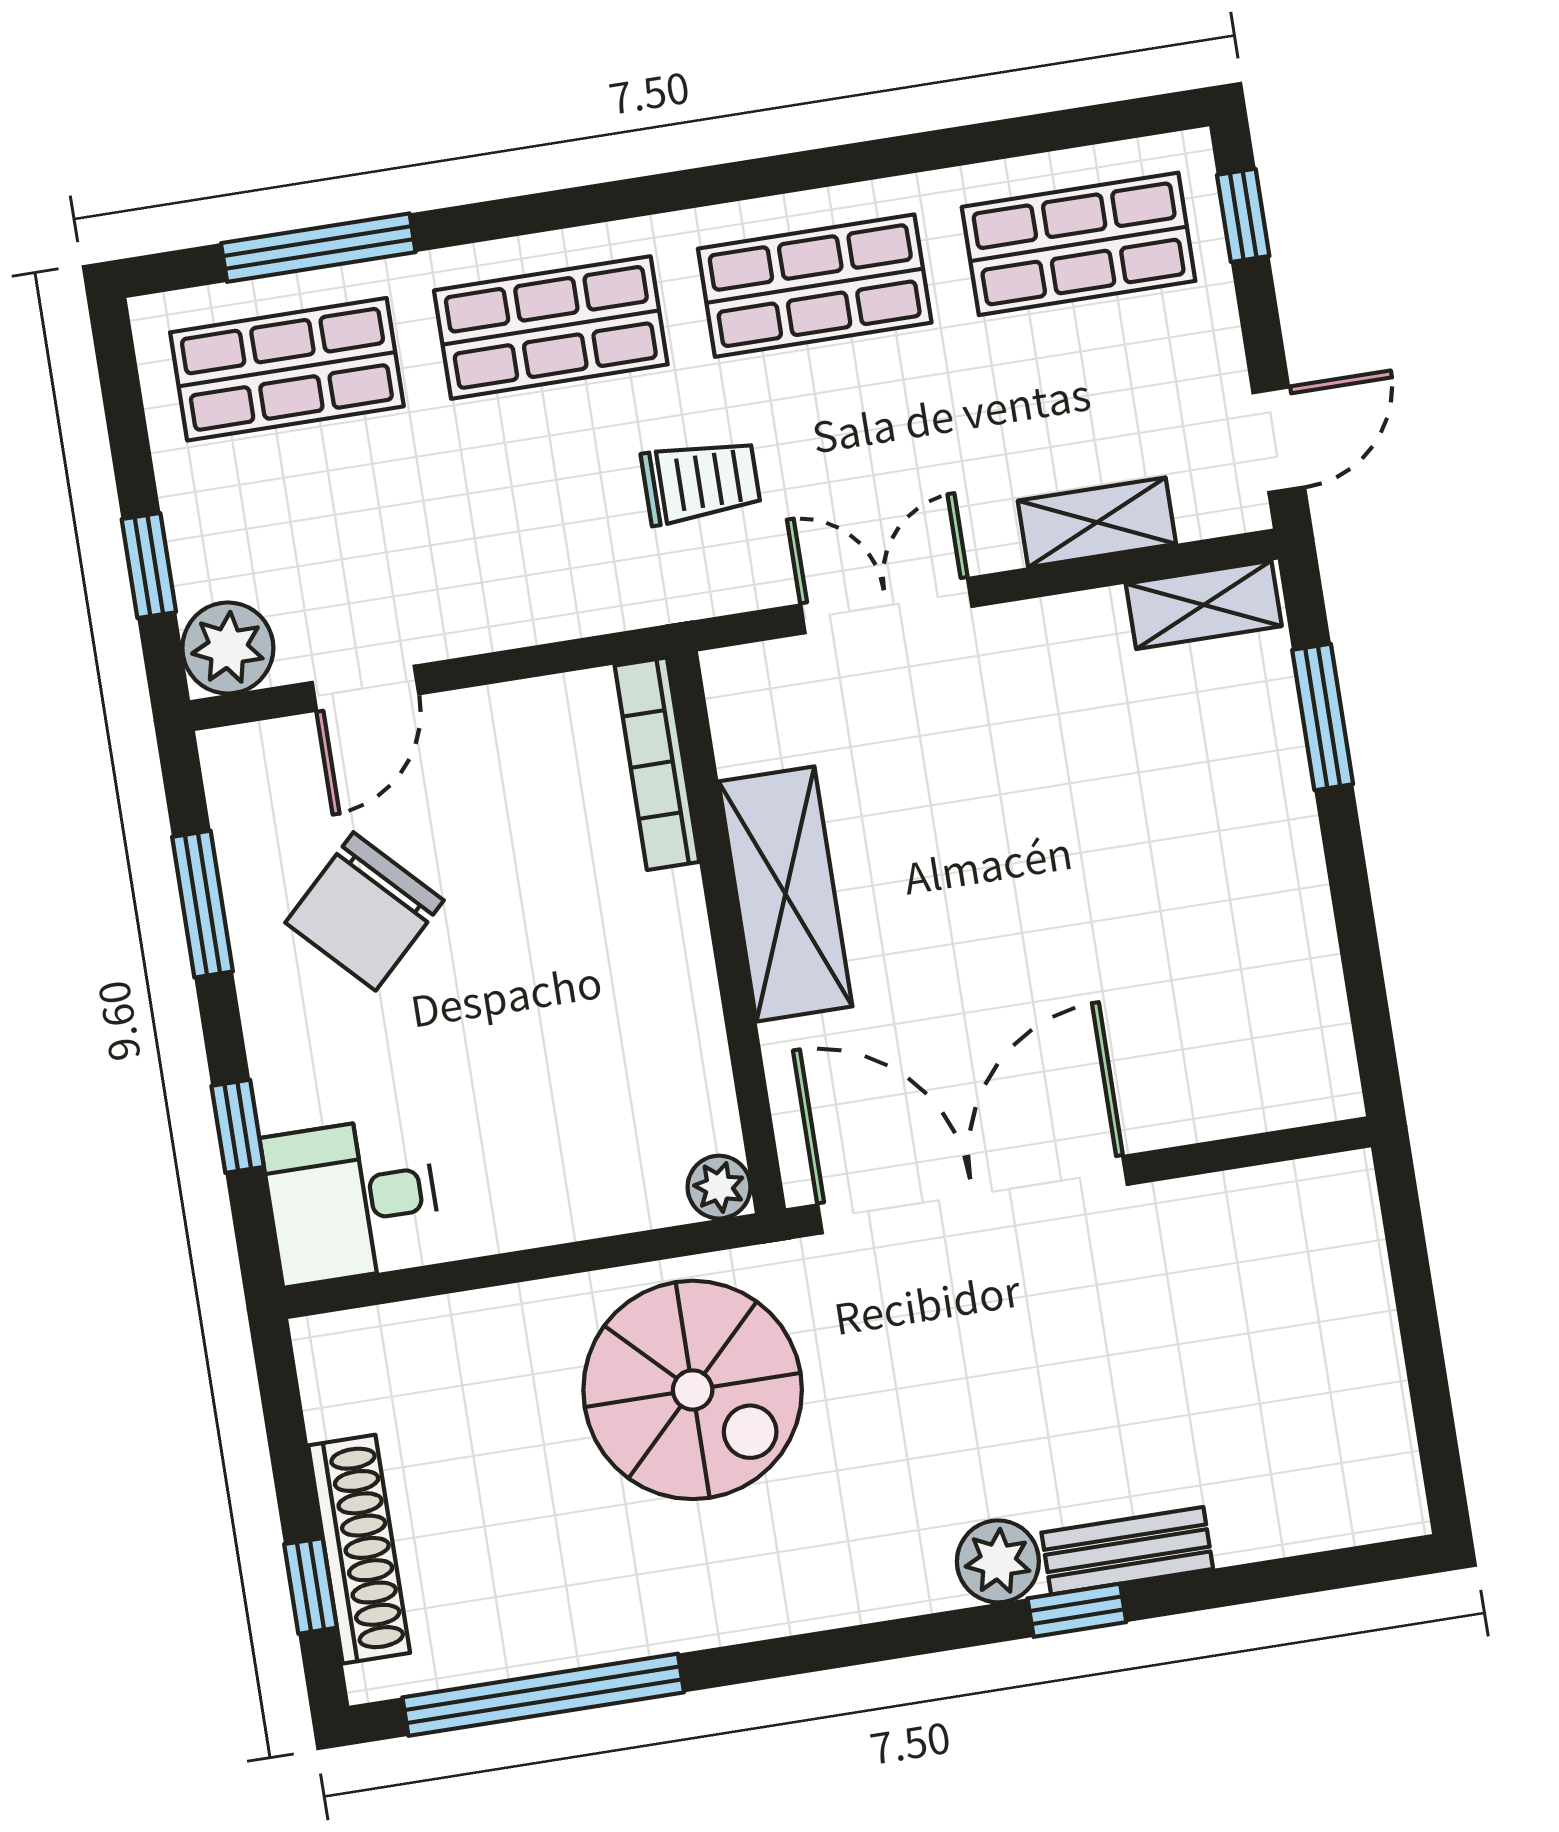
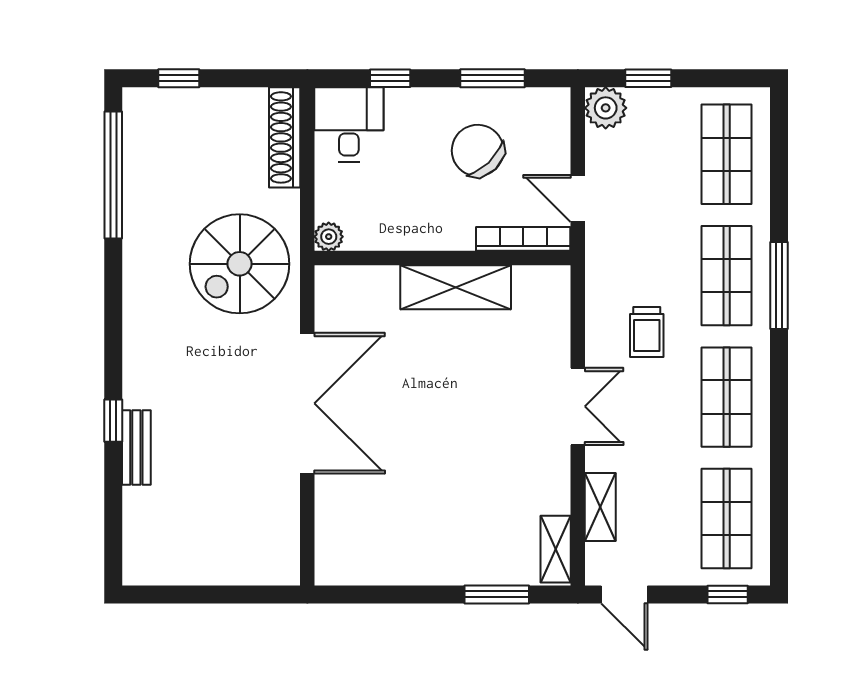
window: (318, 248) -> (779, 286), moved
door: (365, 688) -> (578, 198), moved
bookcase: (657, 764) -> (523, 239), moved
shelving: (785, 894) -> (456, 287), moved
wall: (726, 932) -> (443, 258), moved
plant: (719, 1187) -> (329, 237), moved
shoe rack: (359, 1549) -> (285, 137), moved, turned 90
plant: (998, 1561) -> (141, 389), removed

